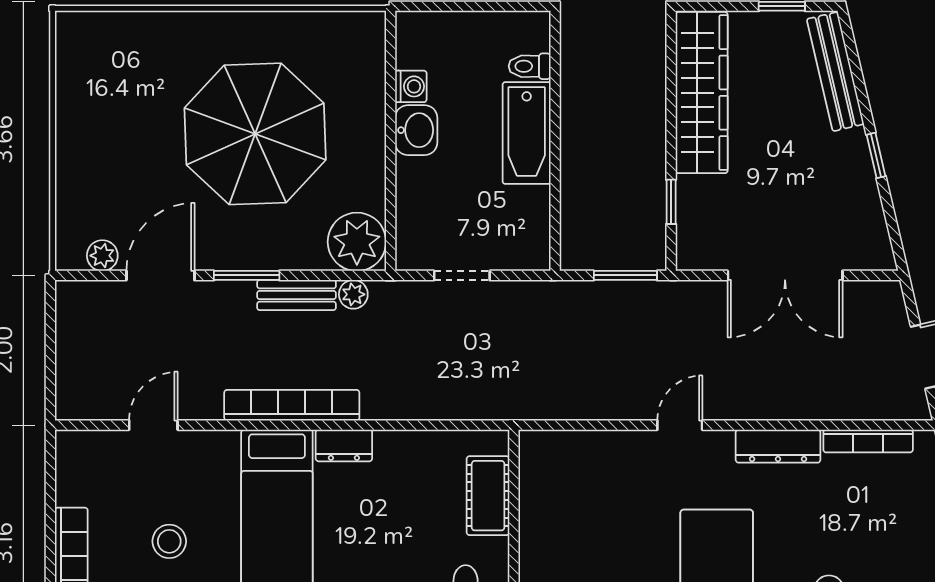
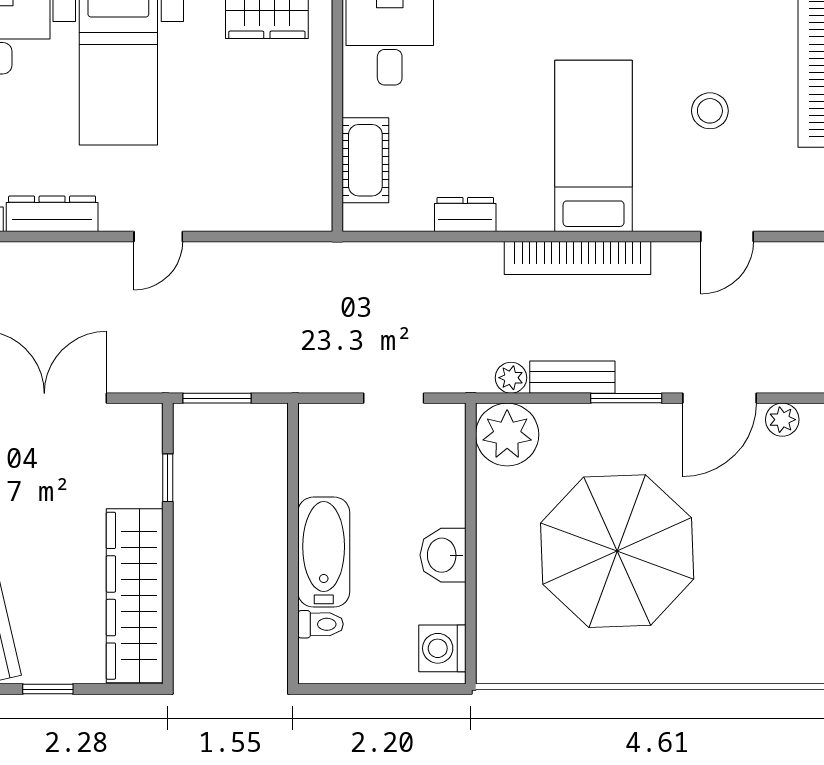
washing machine: (411, 86) -> (442, 648), moved, width x1.38, depth x1.38
dresser: (344, 445) -> (465, 214), moved

